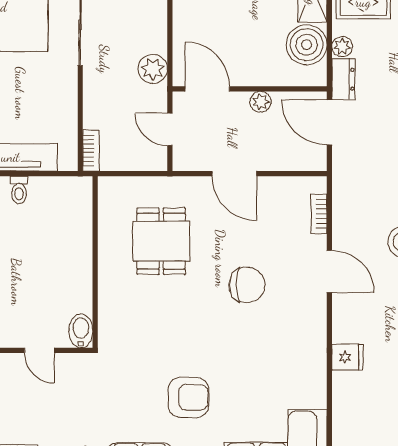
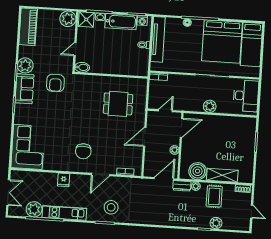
plant: (153, 69) -> (210, 106), moved
chair: (247, 285) -> (83, 151), moved
armchair: (188, 397) -> (55, 83), moved

